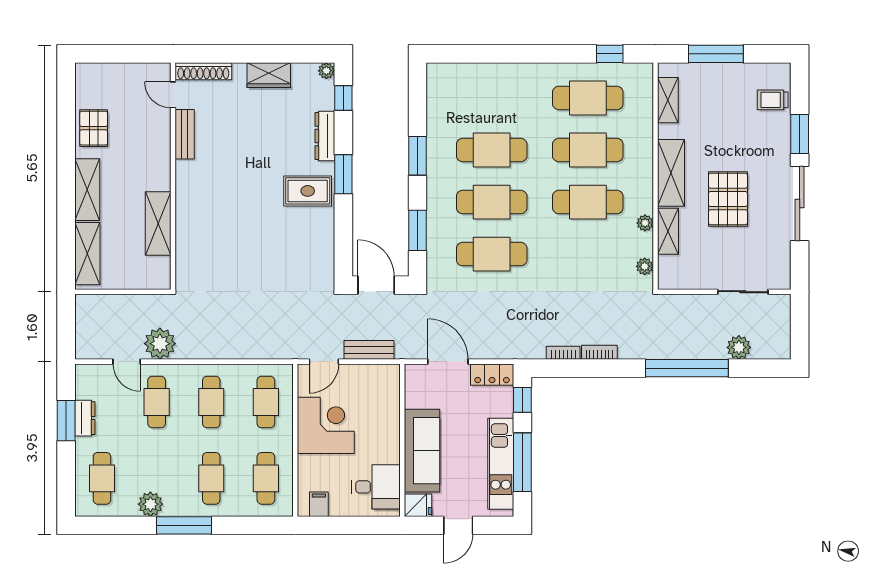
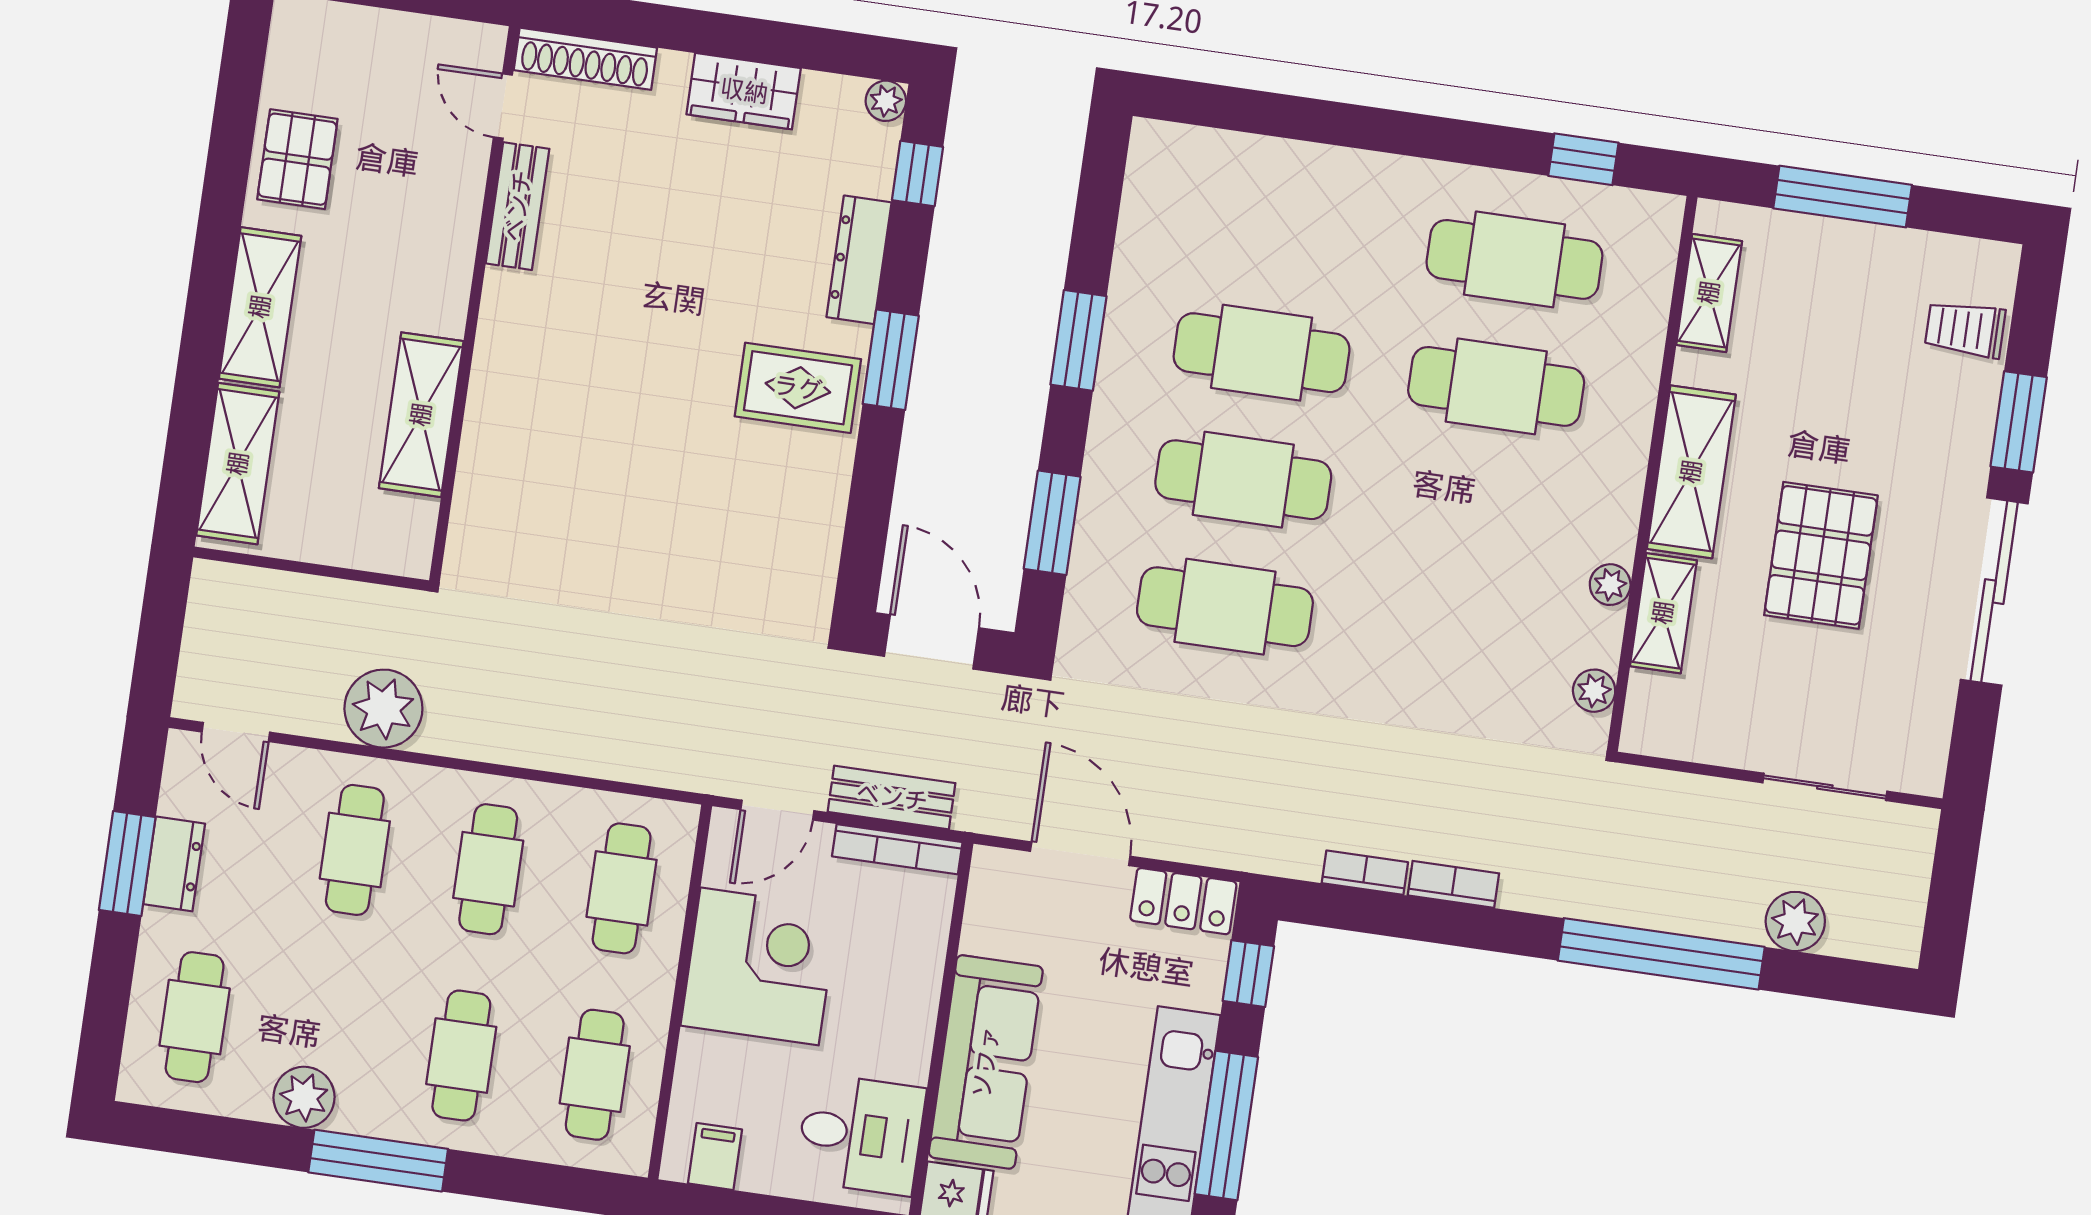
cafe table: (588, 202) -> (1478, 513), removed
door: (127, 362) -> (236, 732), moved
bookcase: (374, 370) -> (897, 849), added

